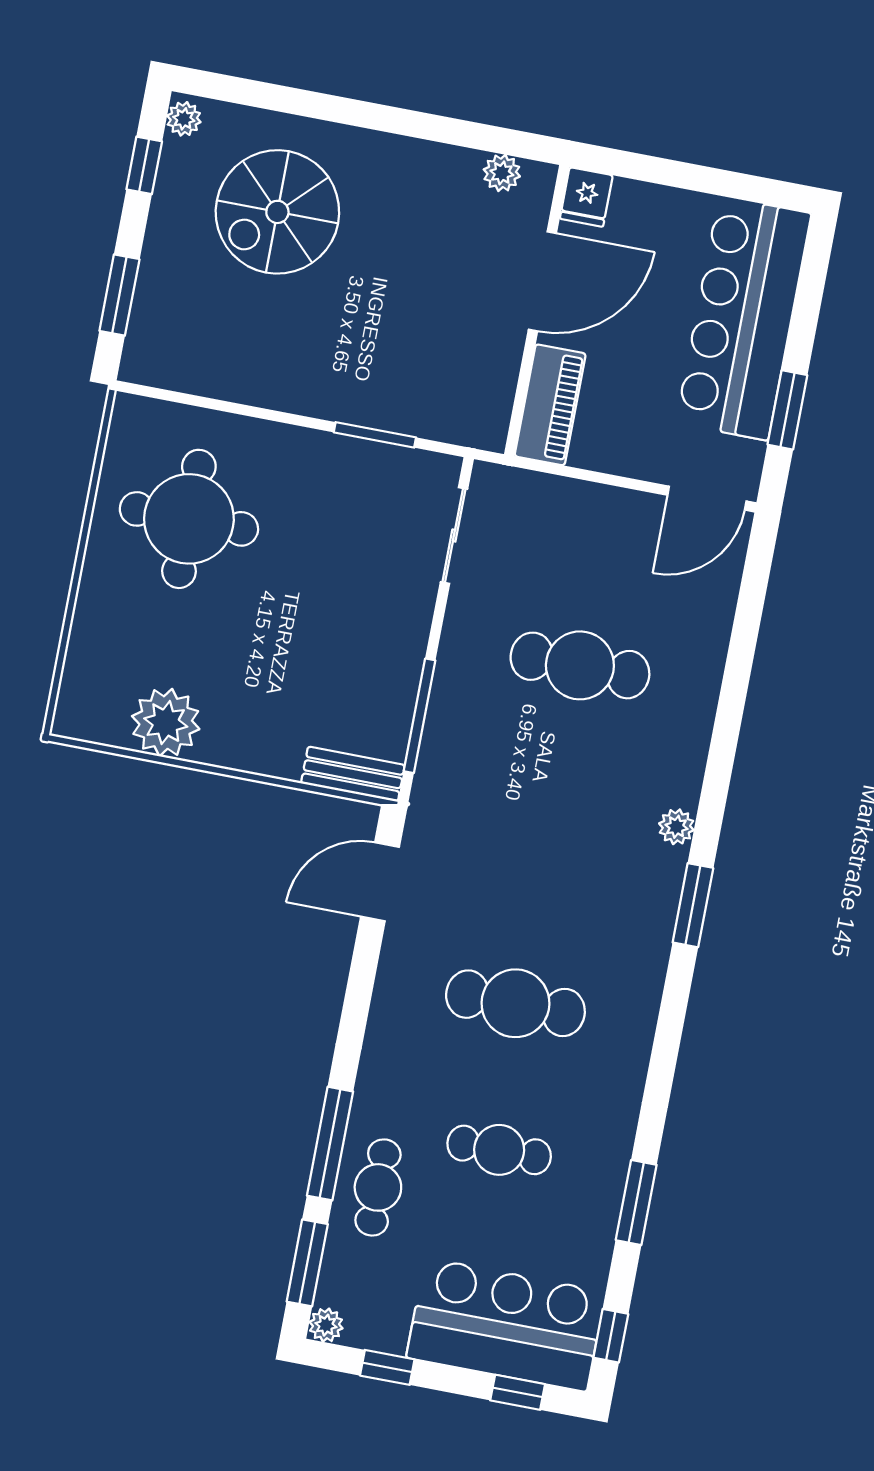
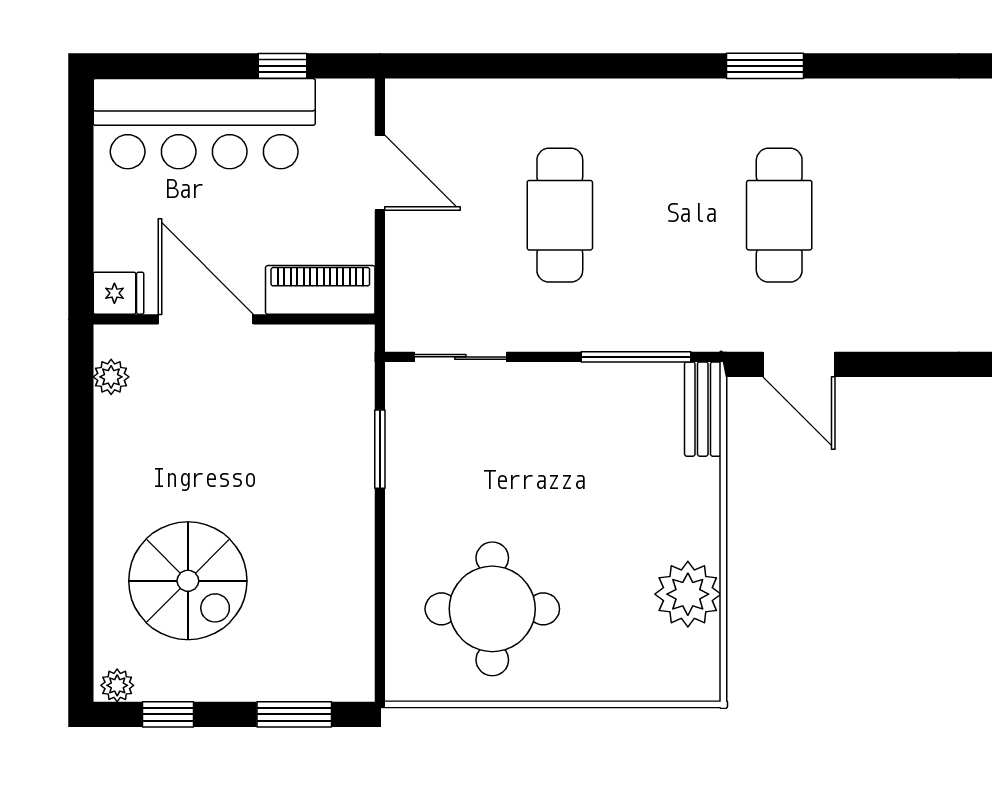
window: (787, 410) -> (282, 66), width x0.67
door: (707, 498) -> (380, 173), moved
plant: (676, 827) -> (694, 96), removed
cafe table: (515, 1003) -> (779, 215), moved

